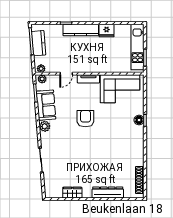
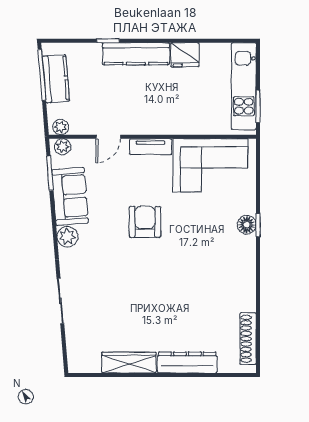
wardrobe: (72, 193) -> (129, 363), width x1.50

